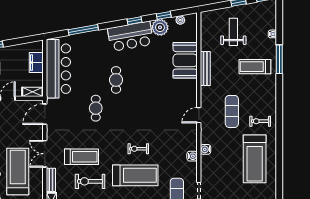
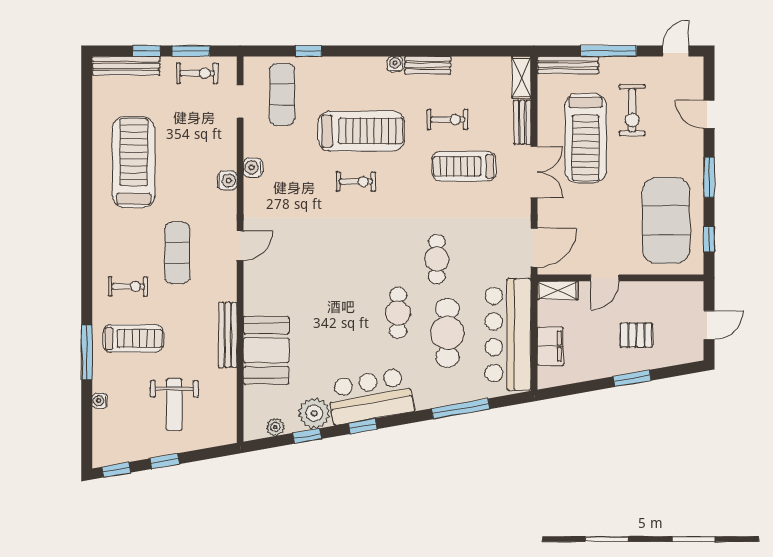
cafe table: (90, 70) -> (447, 333), added
exercise bike: (260, 121) -> (128, 286), moved
treadmill: (135, 175) -> (361, 131), turned 180
exercise bike: (90, 181) -> (448, 119), width x0.73, depth x0.72

